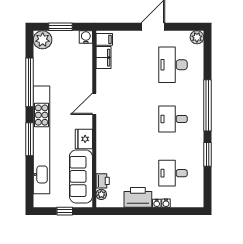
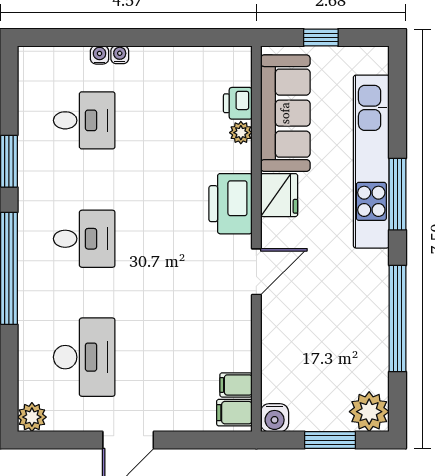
filing cabinet: (103, 58) -> (236, 385), width x0.50
kitchen unit: (42, 140) -> (371, 162), width x0.73
plant: (101, 194) -> (241, 133), moved
printer: (138, 197) -> (231, 204), moved, turned 90

